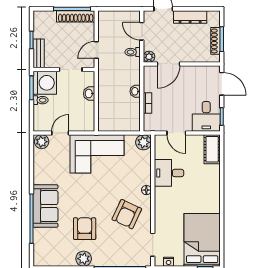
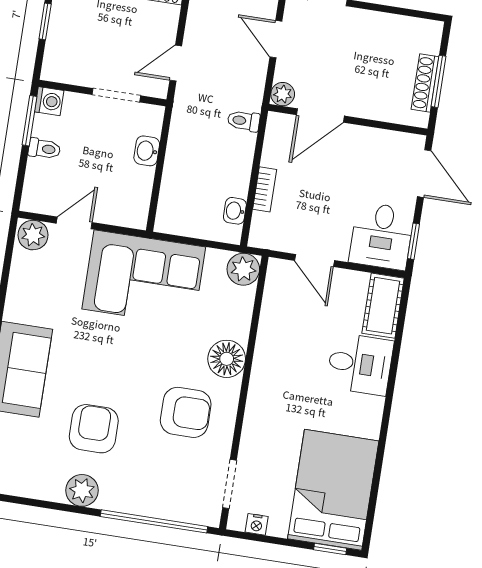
dresser: (190, 17) -> (380, 25), removed
toilet: (133, 52) -> (244, 121), moved
bench: (39, 53) -> (56, 51), removed
washing machine: (45, 83) -> (49, 101), width x0.53, depth x0.53
washbasin: (135, 91) -> (235, 211), moved
desk: (169, 173) -> (360, 364), moved, turned 180
floor lamp: (146, 190) -> (227, 359), width x1.89, depth x1.89
armchair: (127, 214) -> (186, 412), turned -115

